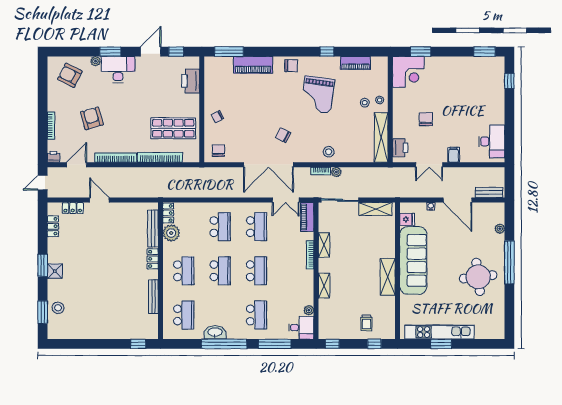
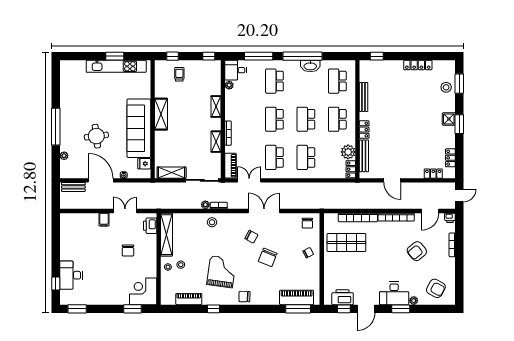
piano: (253, 65) -> (297, 297), moved
printer: (191, 81) -> (343, 297), moved, turned -90
chair: (264, 111) -> (268, 257), added
armchair: (92, 118) -> (417, 251), turned 67
desk: (492, 141) -> (71, 275), moved
double door: (268, 165) -> (264, 211), width x0.73
door: (99, 200) -> (392, 180), moved
round table: (478, 277) -> (96, 136), moved, width x0.73, depth x0.73
locker: (91, 334) -> (418, 65), added

